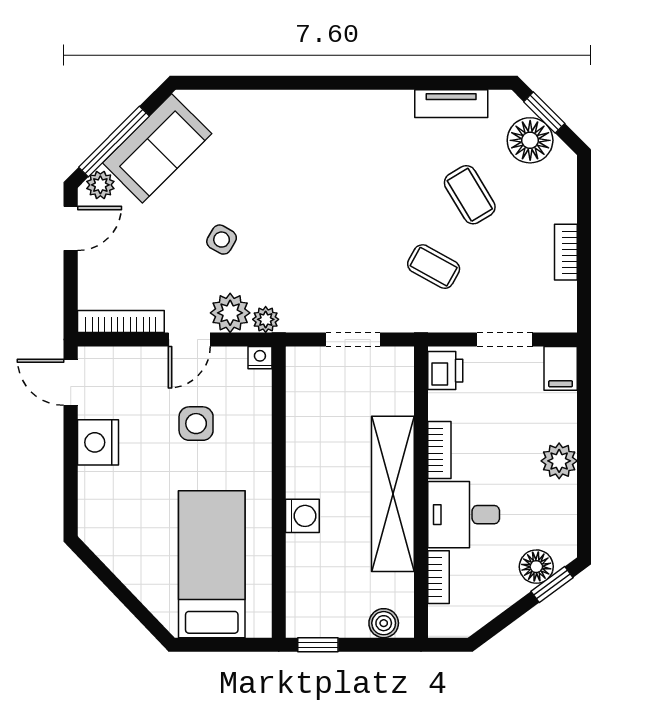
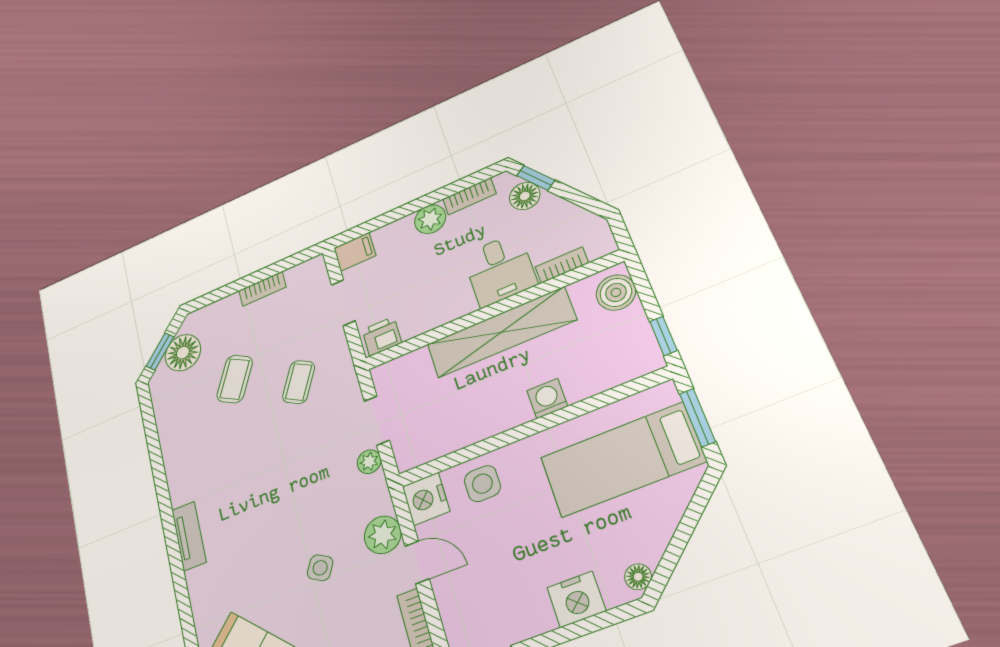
tv unit: (451, 104) -> (189, 536), moved
coffee table: (470, 195) -> (235, 379), turned -30
plant: (266, 319) -> (369, 462), moved
nightstand: (260, 358) -> (426, 499), width x1.89, depth x1.79
side table: (196, 424) -> (482, 484), moved
nightstand: (98, 442) -> (576, 599), moved
bookcase: (439, 450) -> (469, 196), moved, turned 180
floor lamp: (98, 539) -> (638, 577), added
boiler: (384, 623) -> (616, 292), width x1.36, depth x1.36
window: (224, 645) -> (697, 418), added

